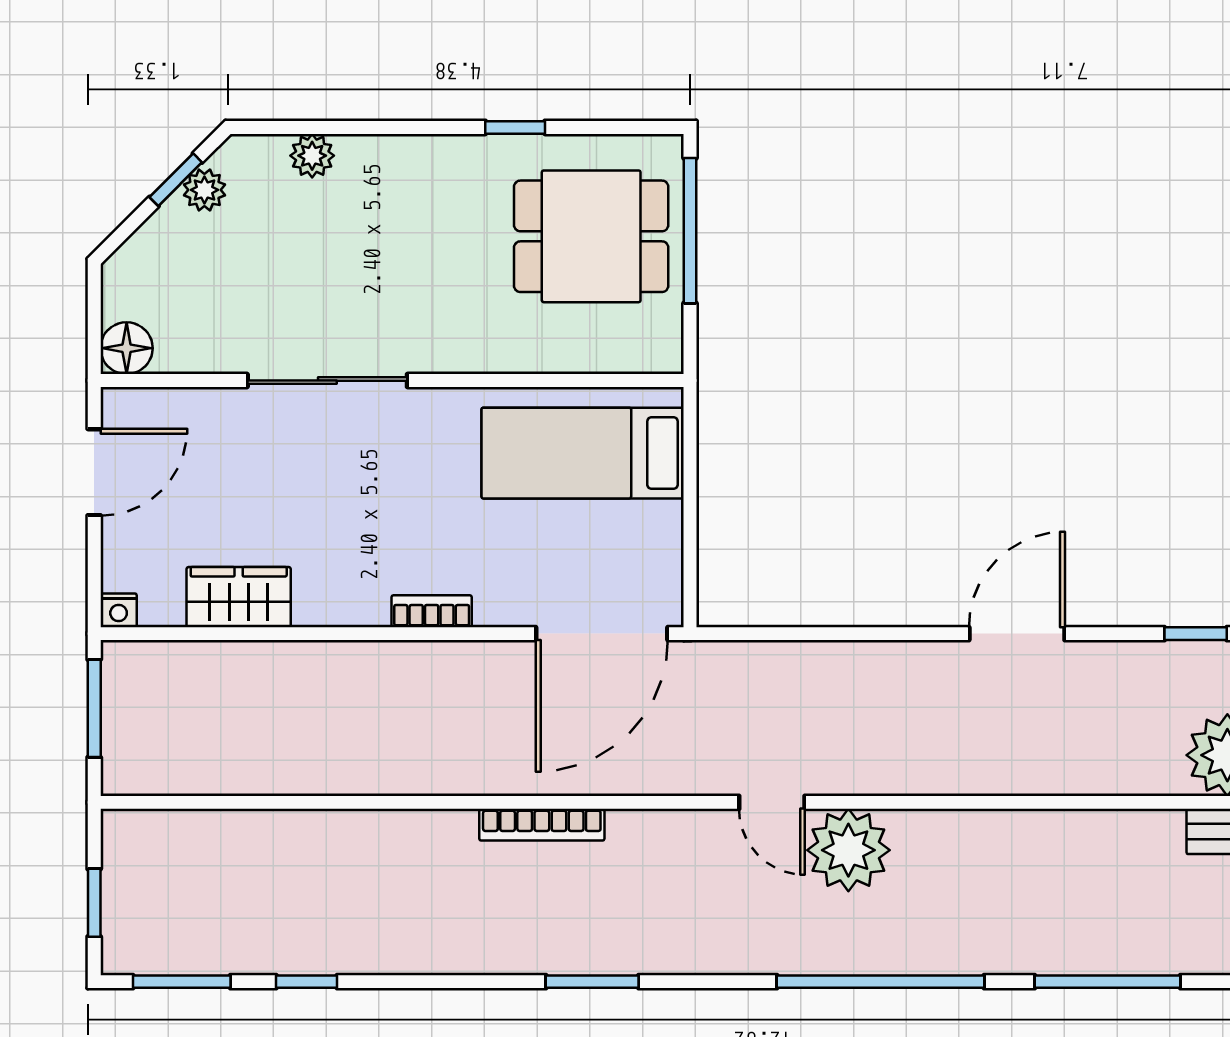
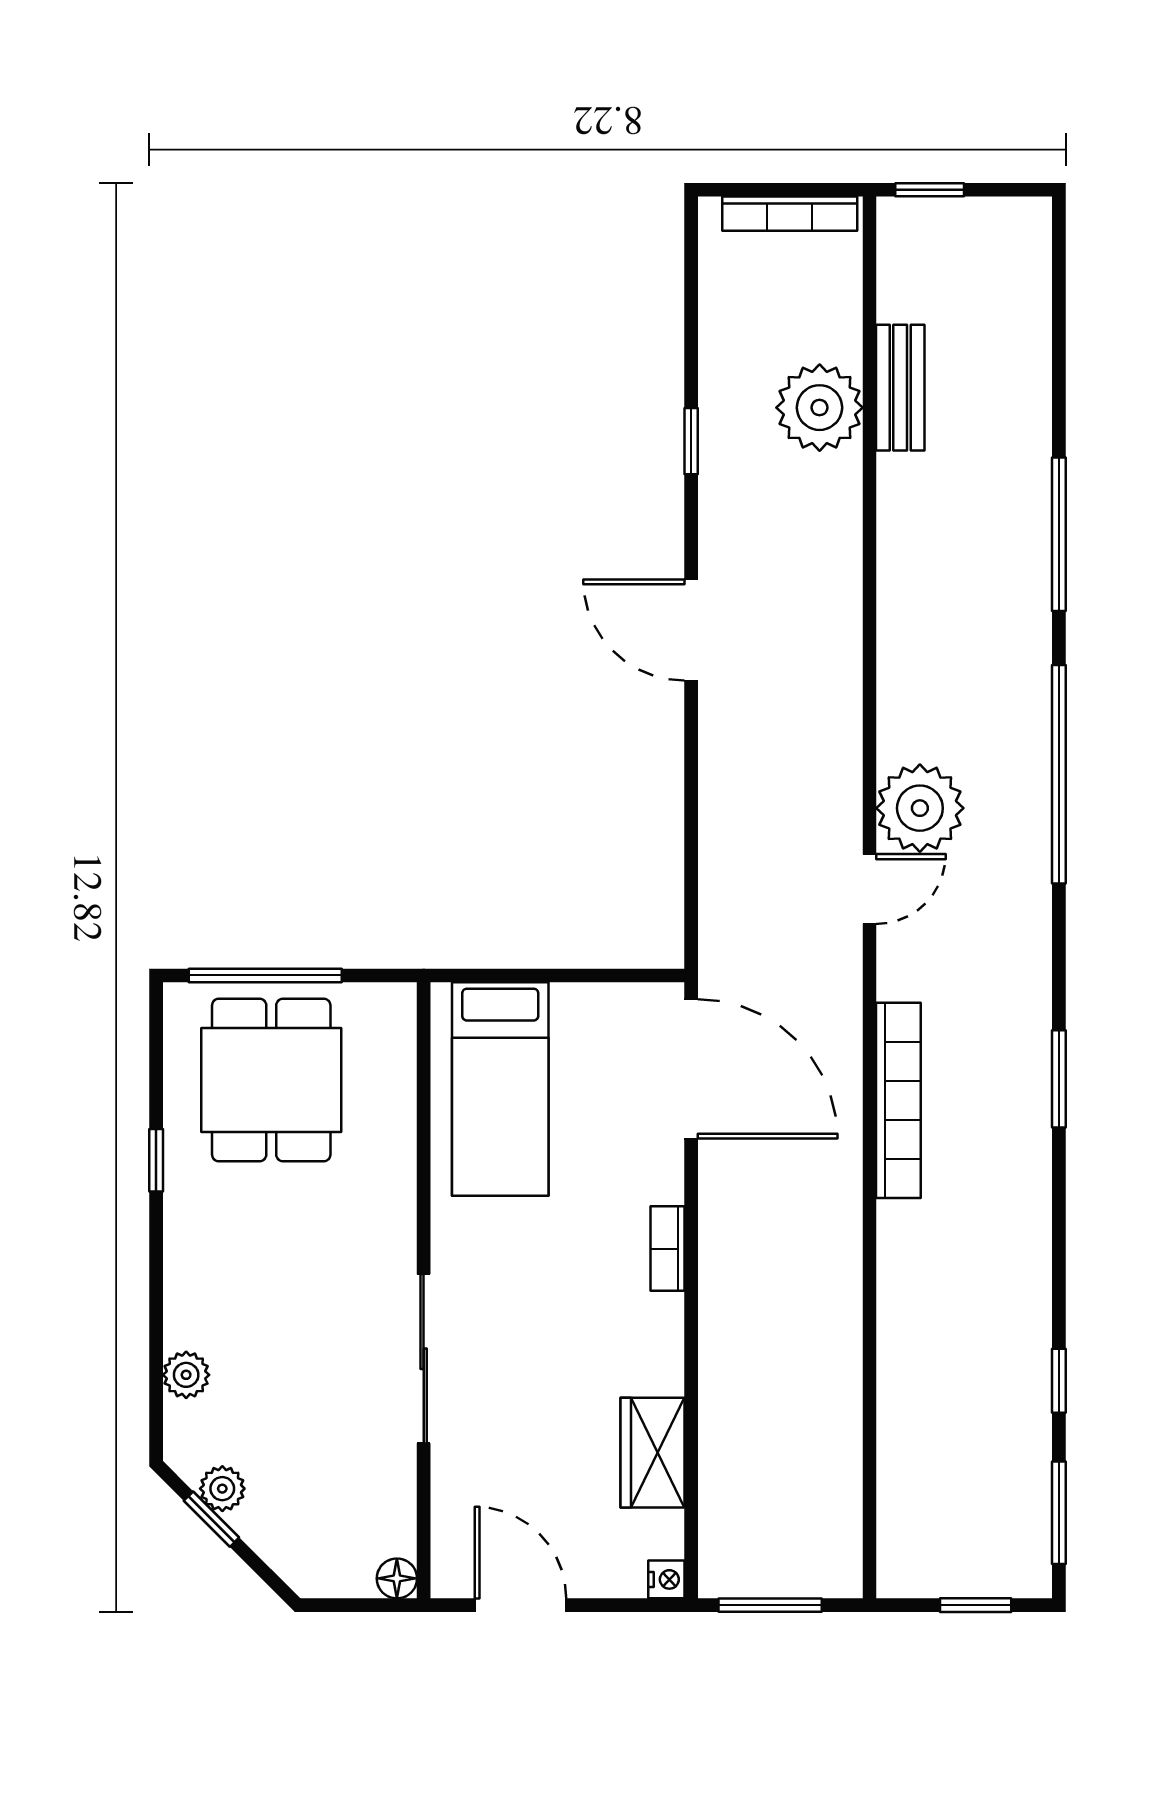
floor lamp: (127, 348) -> (397, 1578), width x0.73, depth x0.73
bookcase: (542, 825) -> (898, 1100), width x1.48, depth x1.31

